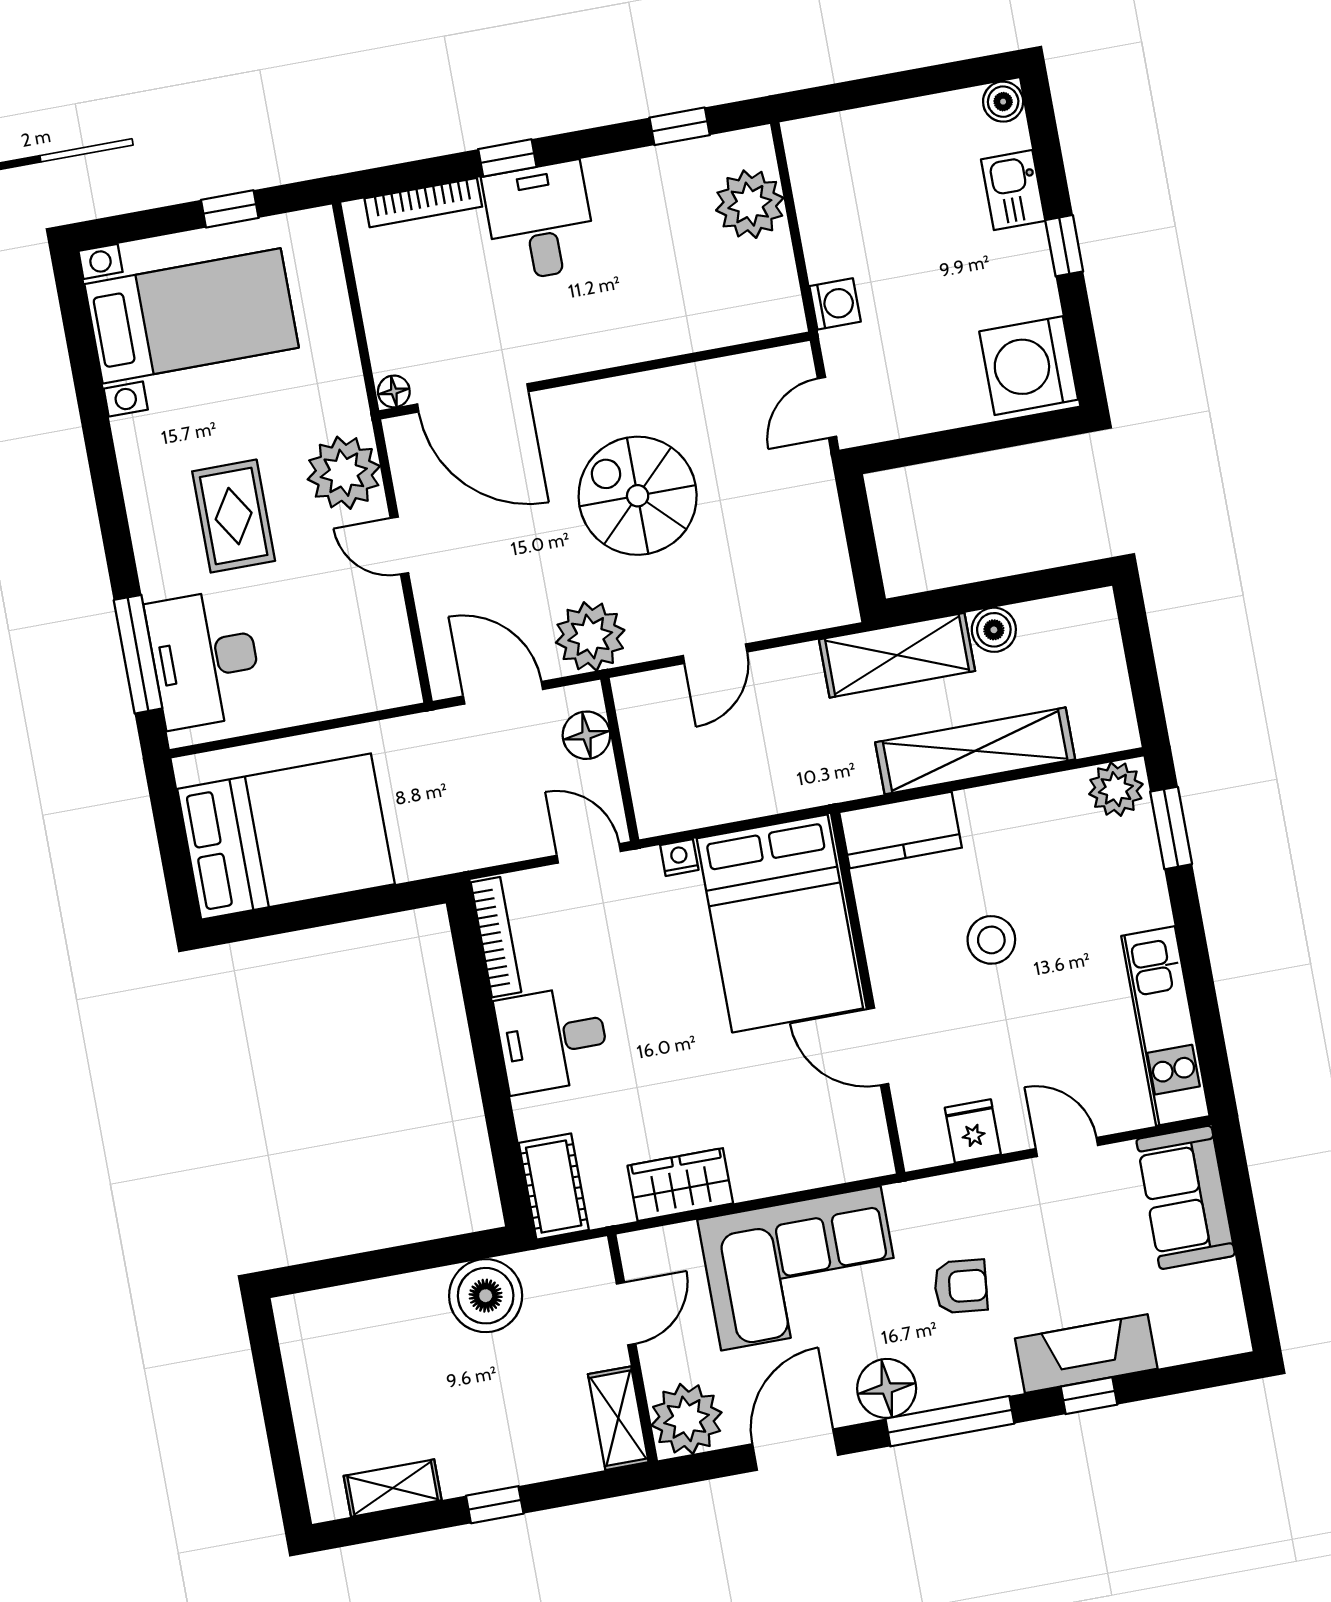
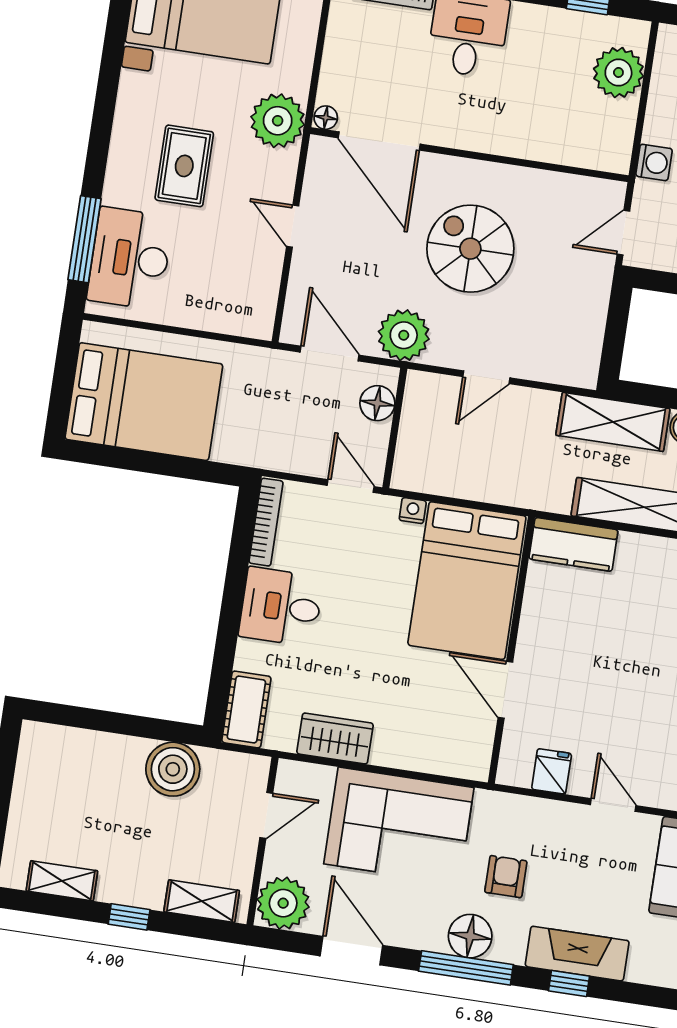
plant: (344, 473) -> (278, 121), moved
stool: (991, 940) -> (610, 643), removed
armchair: (961, 1286) -> (506, 877), turned -96
floor lamp: (887, 1388) -> (470, 936), moved
shelving: (618, 1418) -> (202, 901), moved, turned 90
door: (795, 1450) -> (351, 951), hinge flipped

